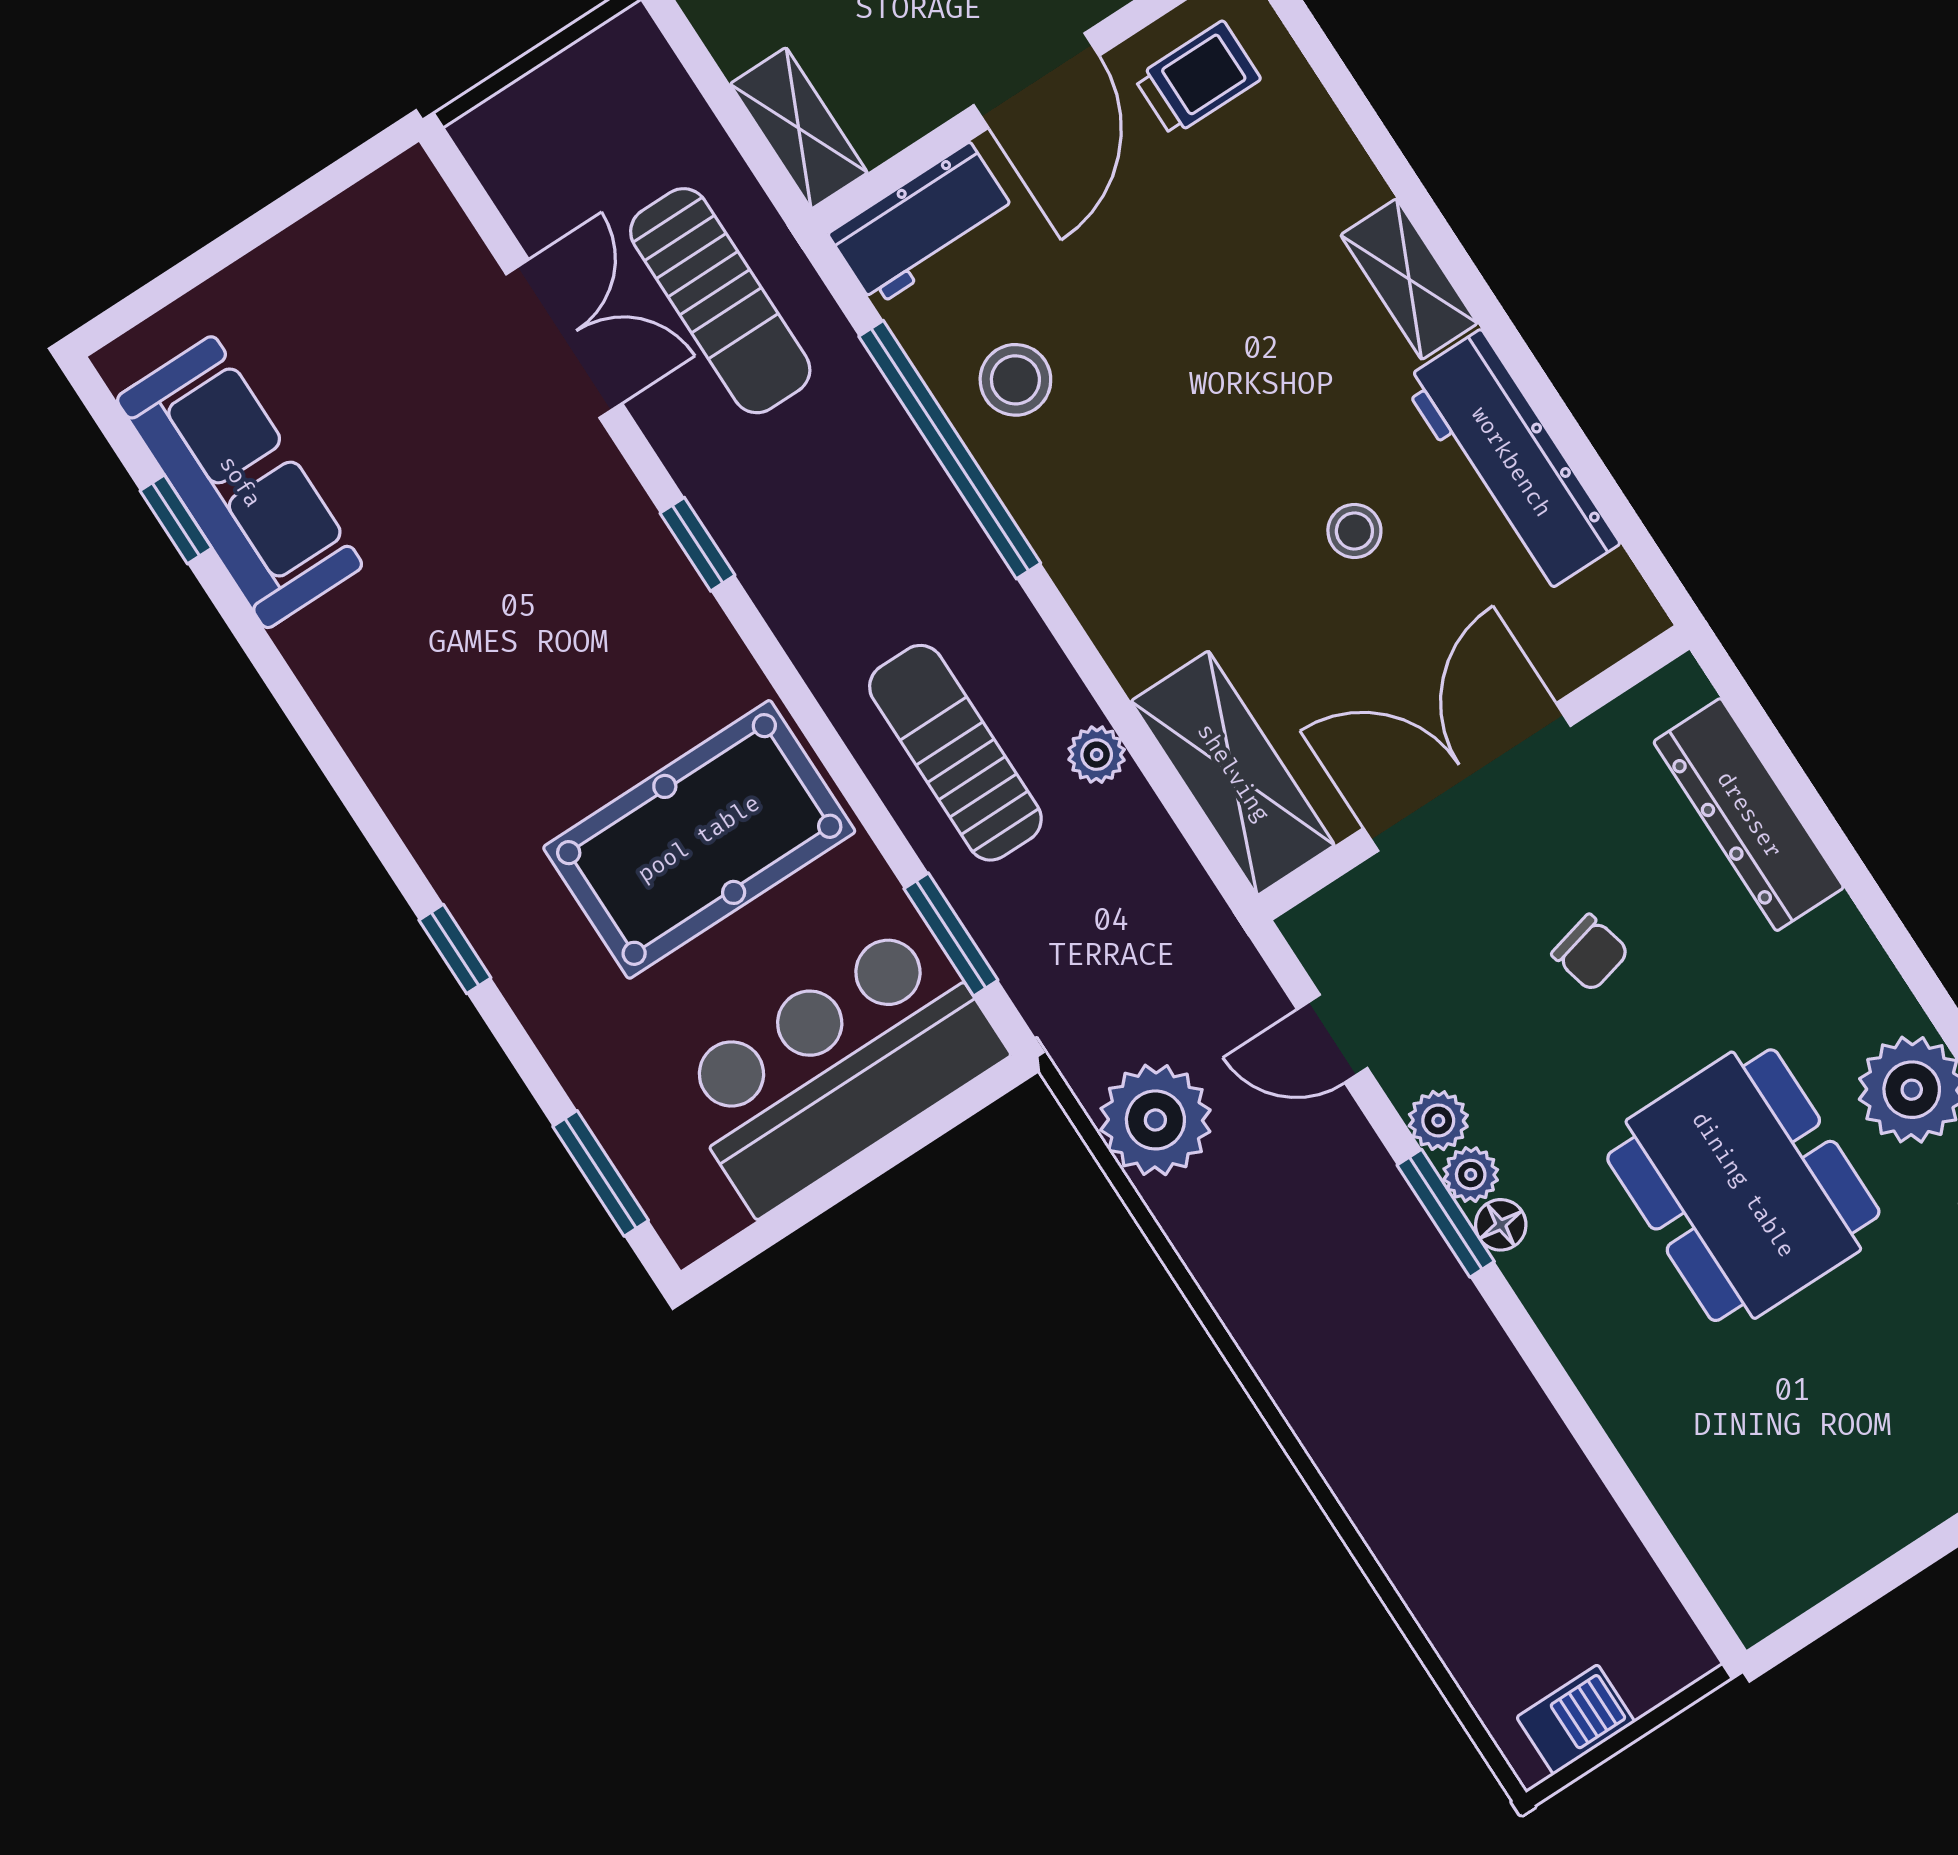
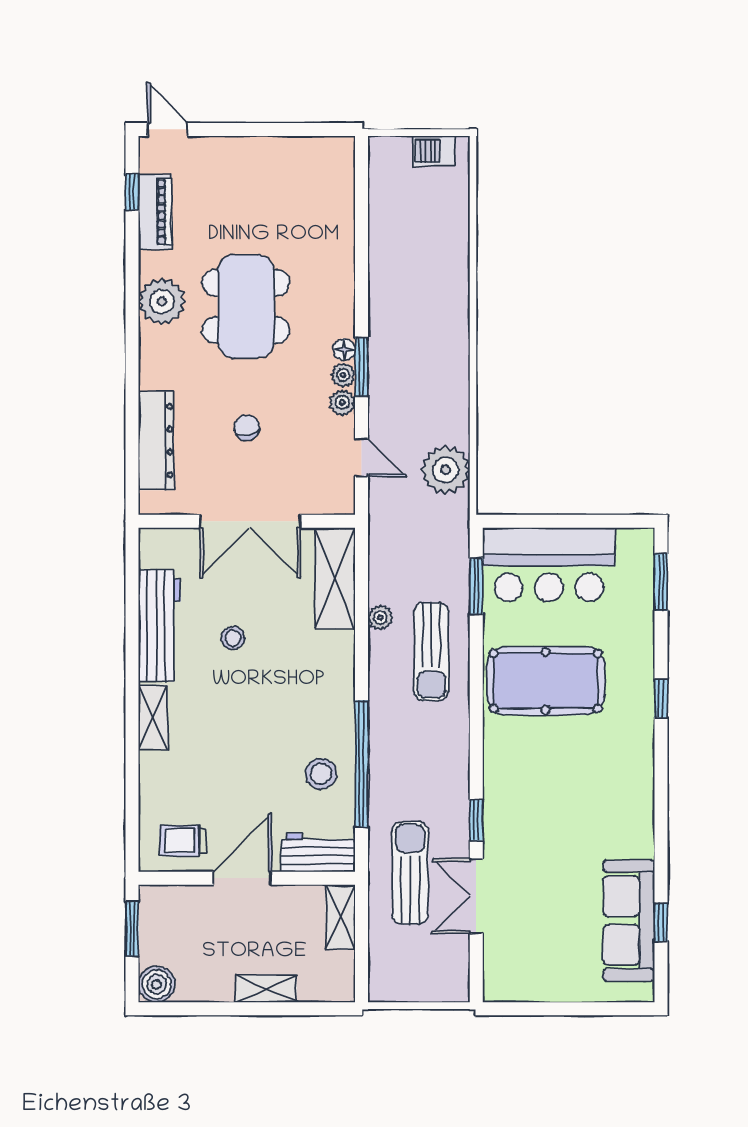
window: (697, 544) -> (476, 820), moved

